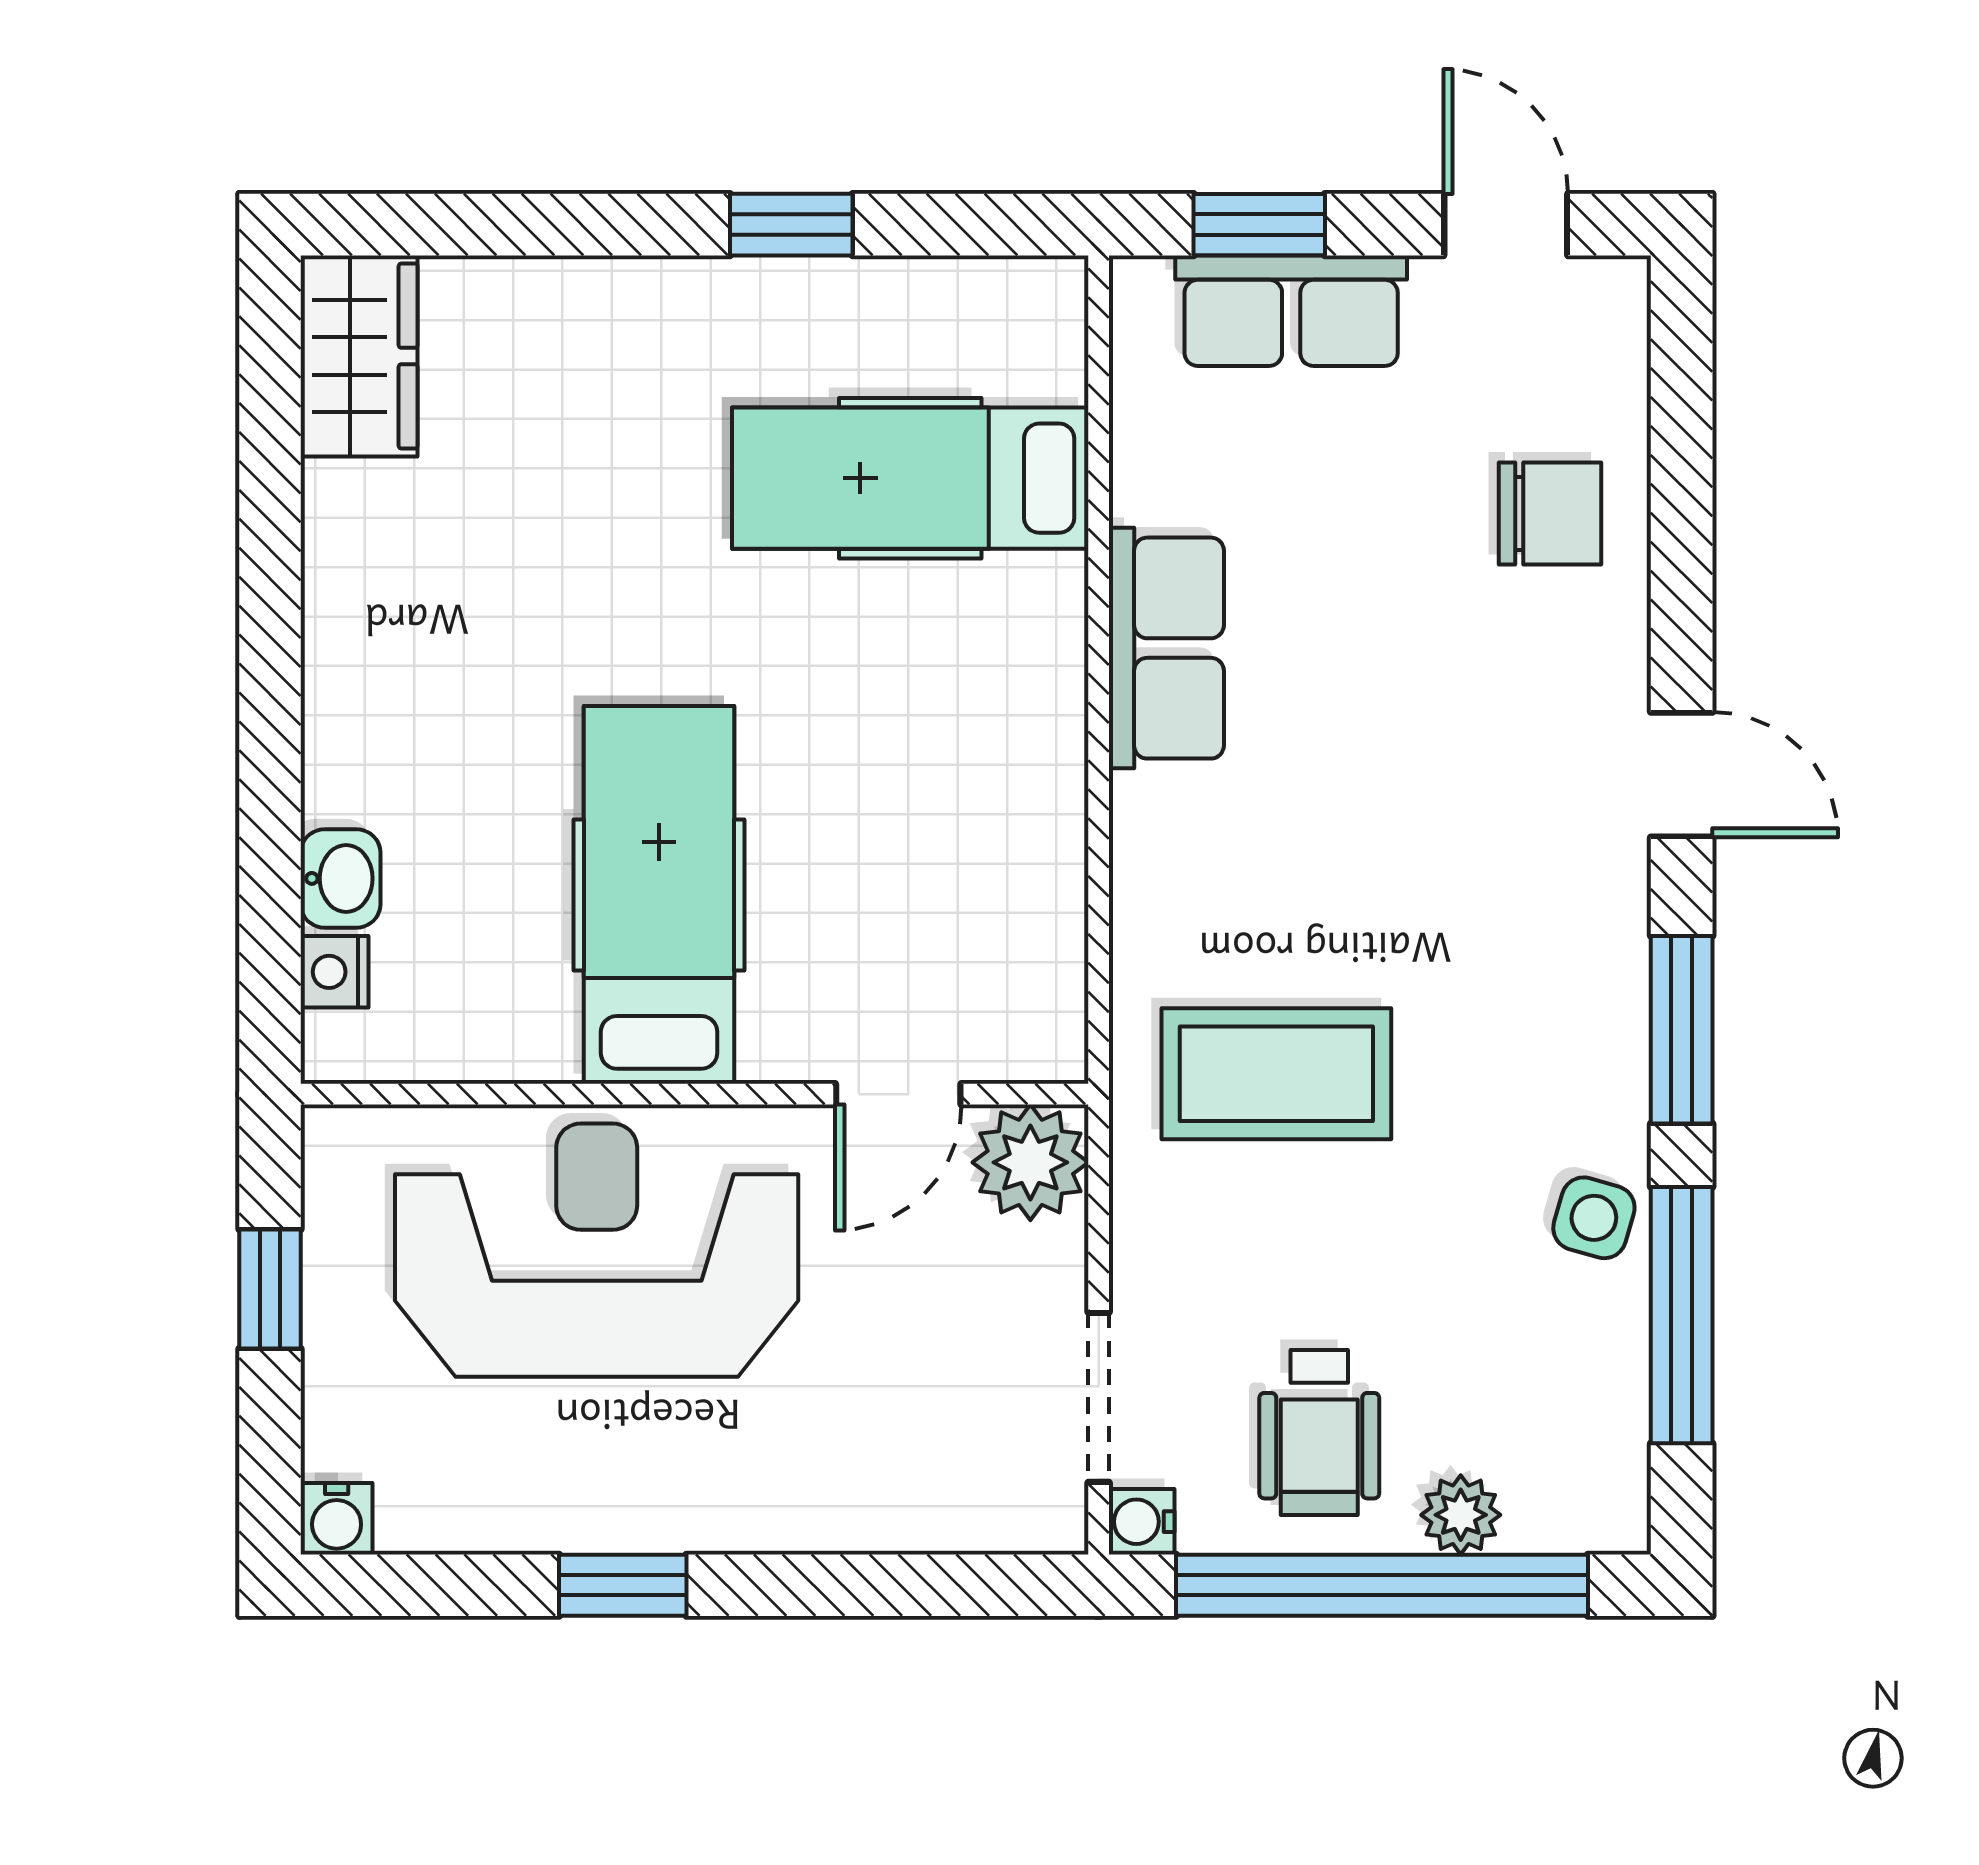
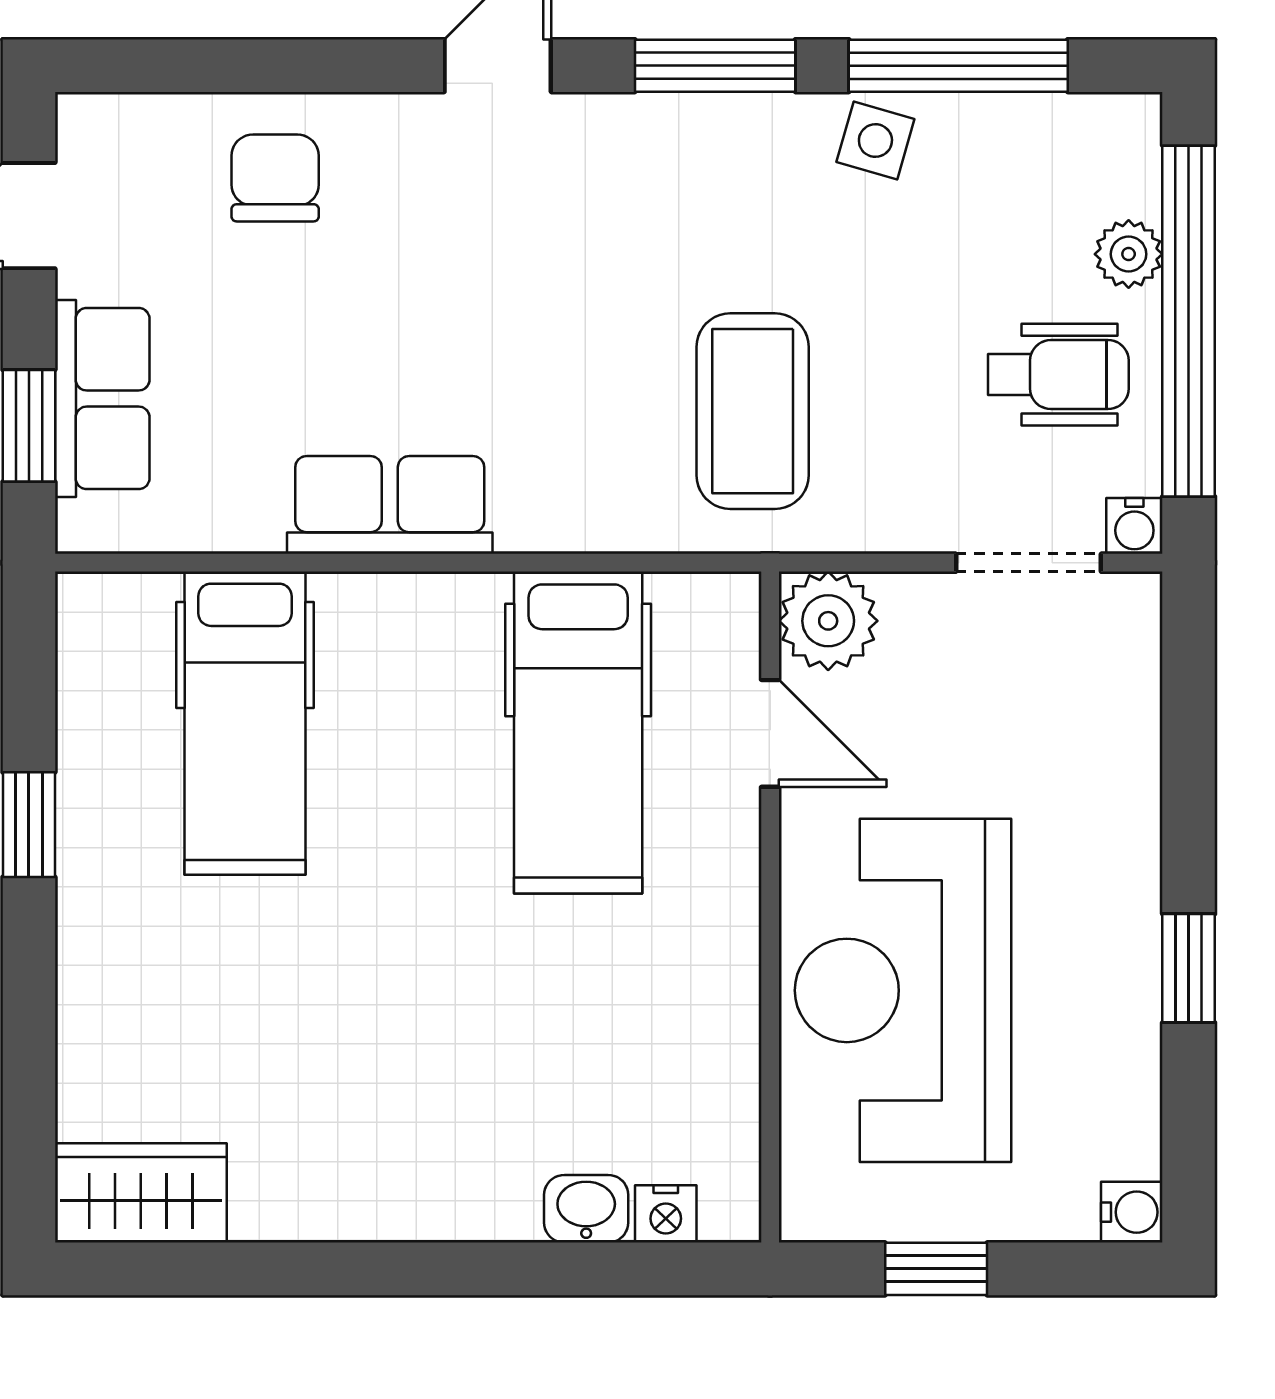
hospital bed: (659, 895) -> (578, 732), moved, turned -90

